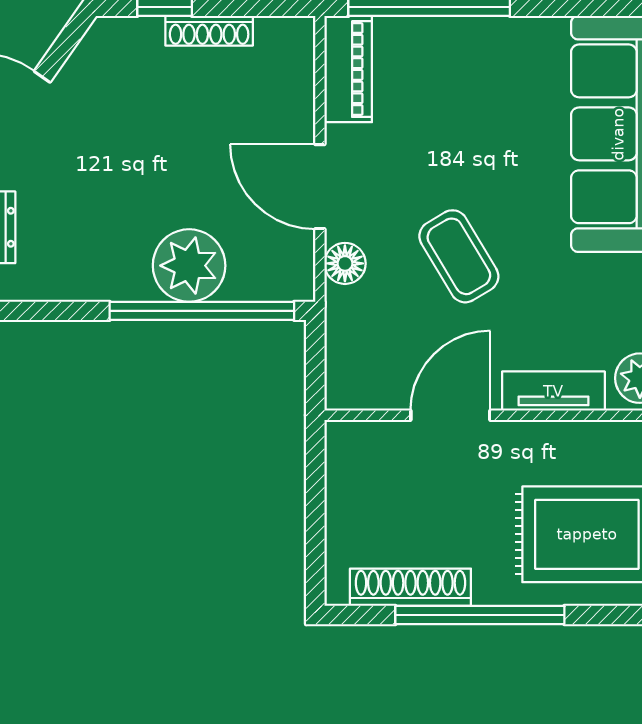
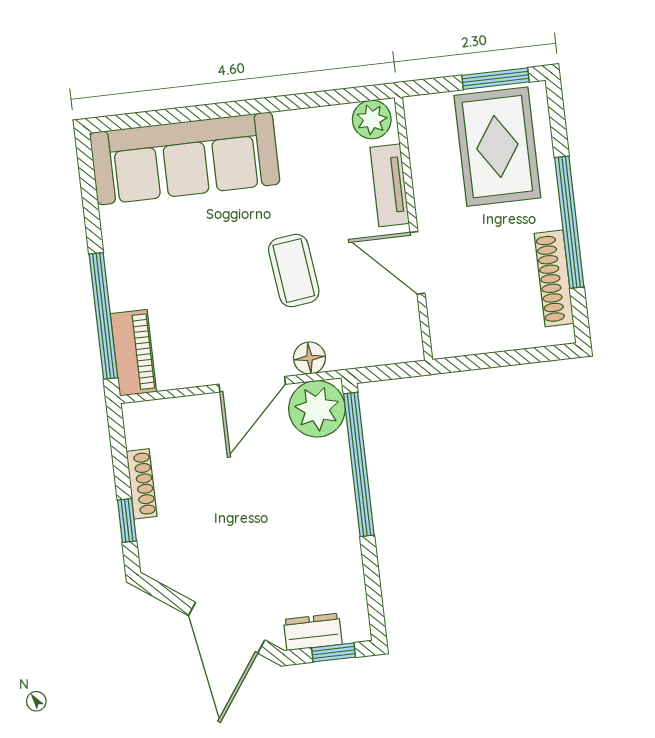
piano: (348, 69) -> (133, 353), moved, turned 90
coffee table: (459, 256) -> (294, 271), turned -66
plant: (189, 266) -> (317, 409), moved

